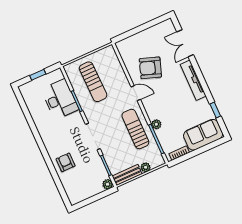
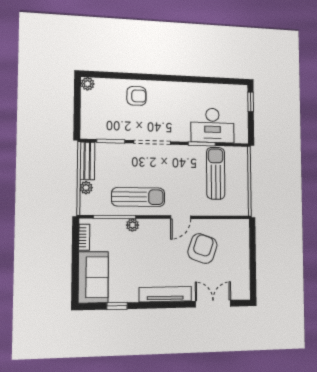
window: (38, 75) -> (251, 102), moved
sun lounger: (93, 82) -> (216, 173), turned 91
plant: (108, 184) -> (88, 84), moved

